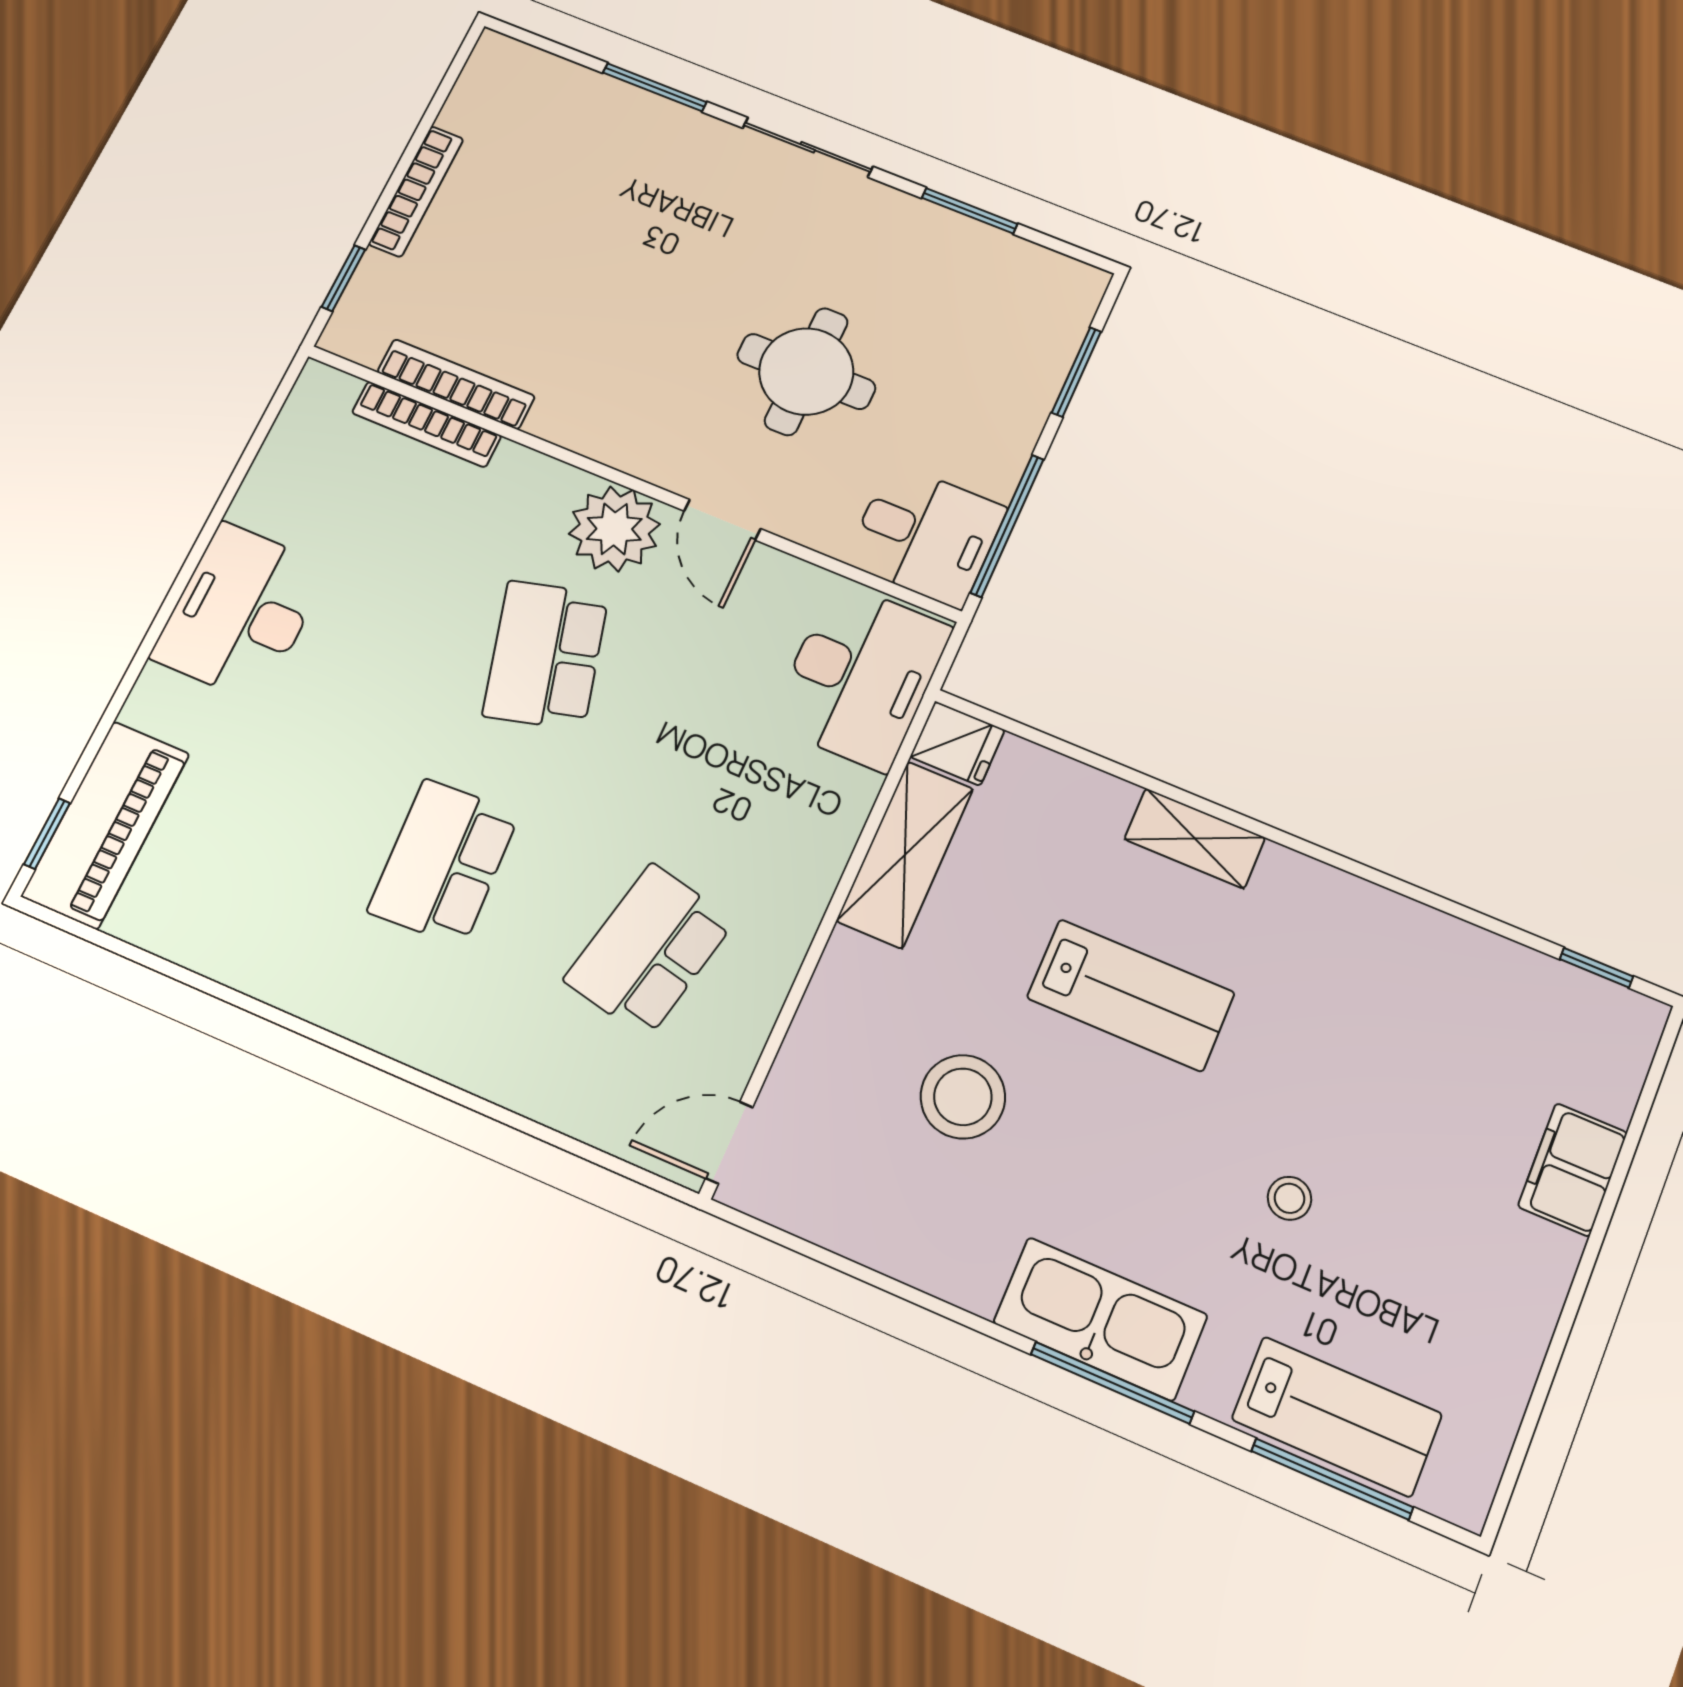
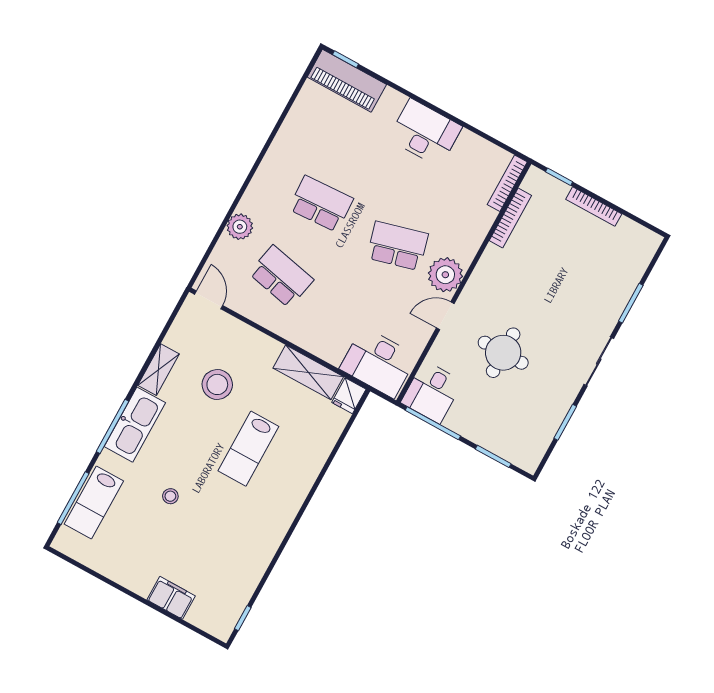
bookcase: (427, 424) -> (507, 183), moved
shelving: (1195, 838) -> (159, 370), moved
plant: (519, 1075) -> (240, 227), added

